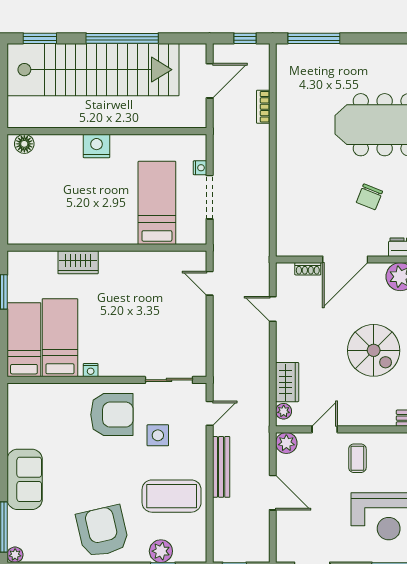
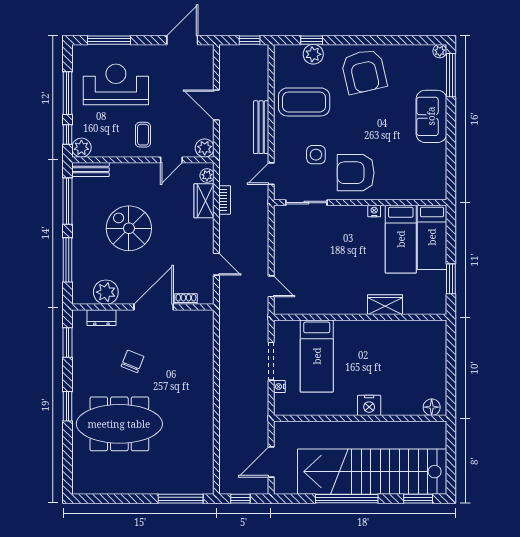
bookcase: (263, 107) -> (225, 200), moved

